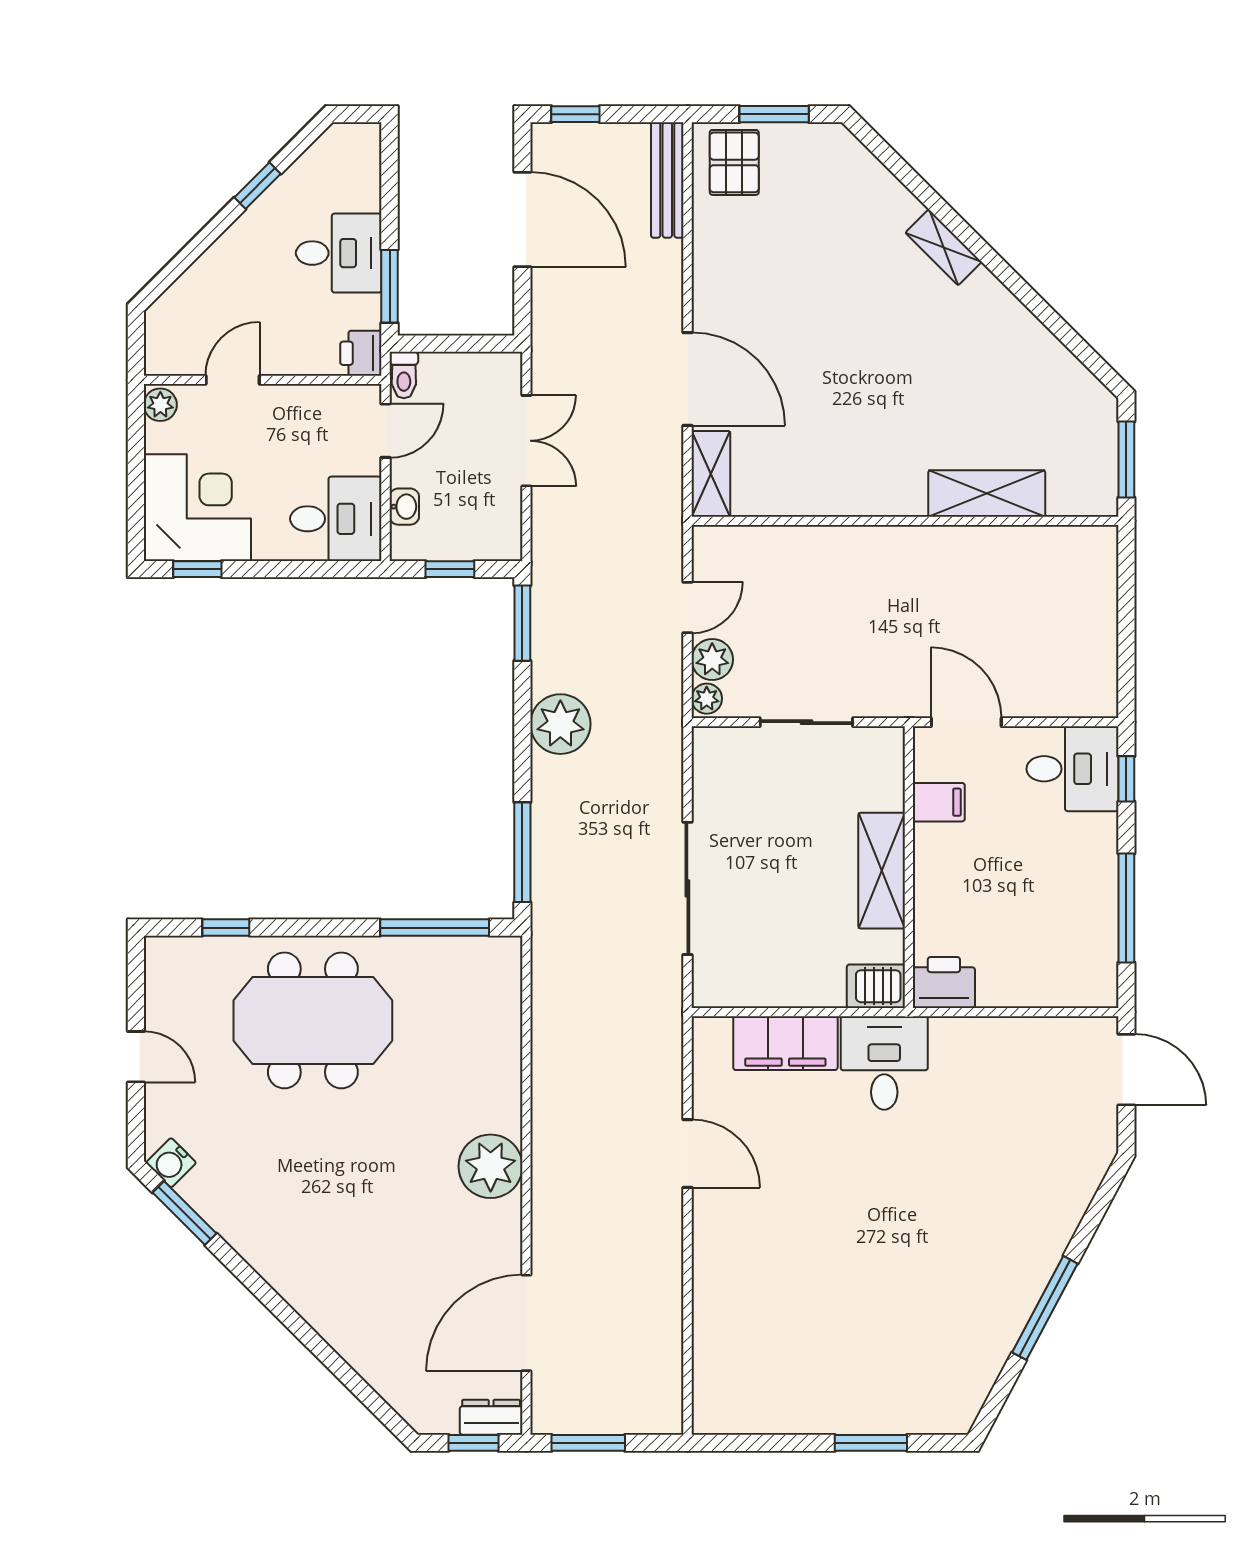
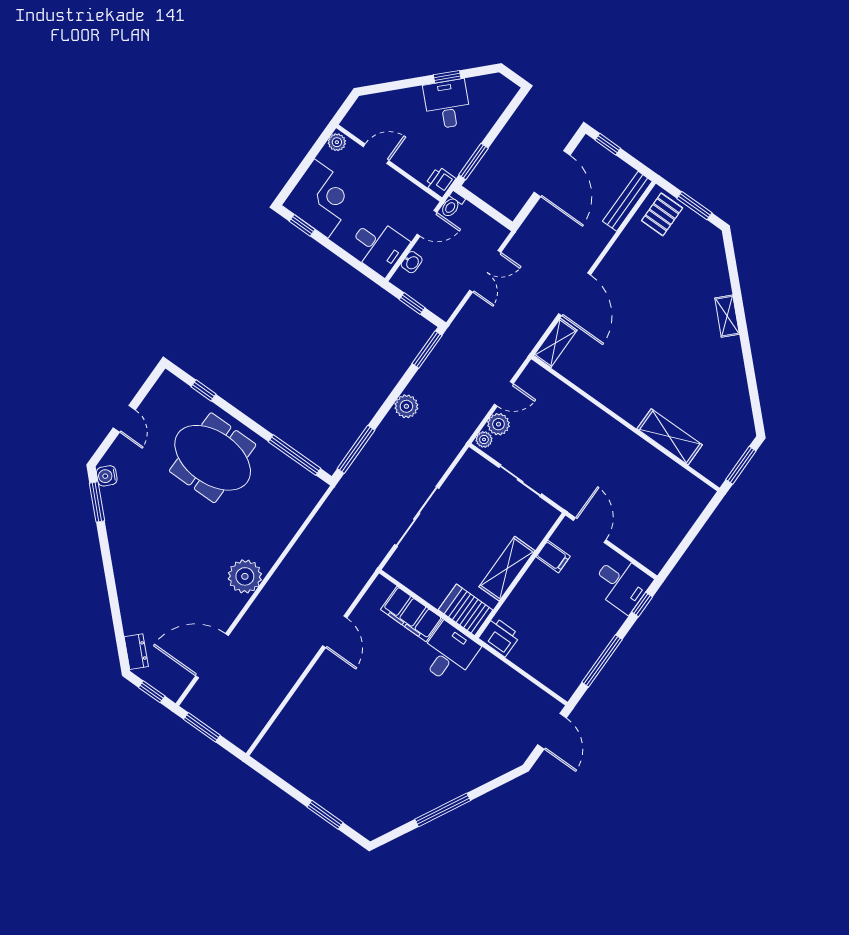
desk: (339, 253) -> (447, 104), moved, turned -135
plant: (560, 724) -> (406, 406), width x0.73, depth x0.73
server rack: (876, 986) -> (466, 610), width x1.36, depth x1.44
dresser: (491, 1417) -> (136, 652), moved, turned 45

